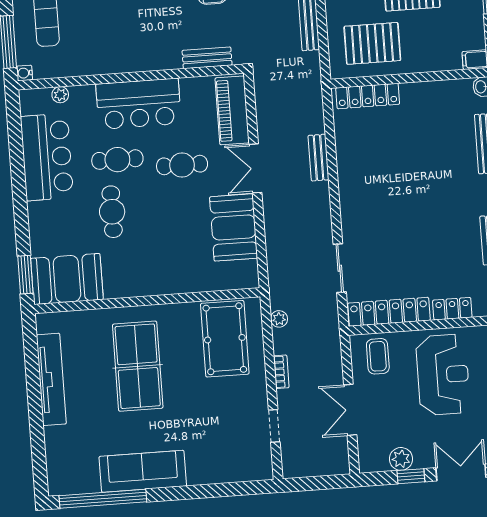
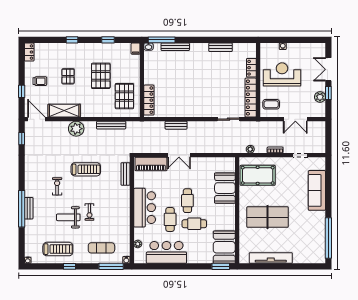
cafe table: (182, 165) -> (187, 201), moved
booth: (234, 227) -> (225, 188), moved, turned 90
sofa: (143, 471) -> (317, 190), moved

